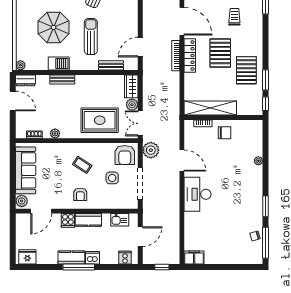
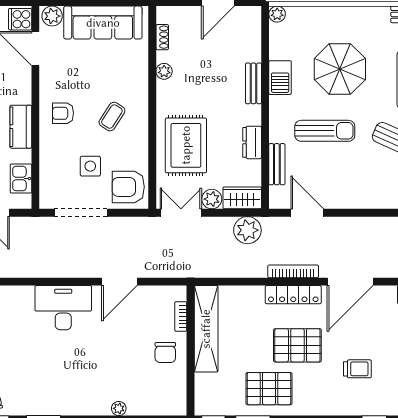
dresser: (25, 80) -> (252, 142), moved
plant: (151, 150) -> (247, 230), moved
cooker: (68, 220) -> (20, 19), moved

